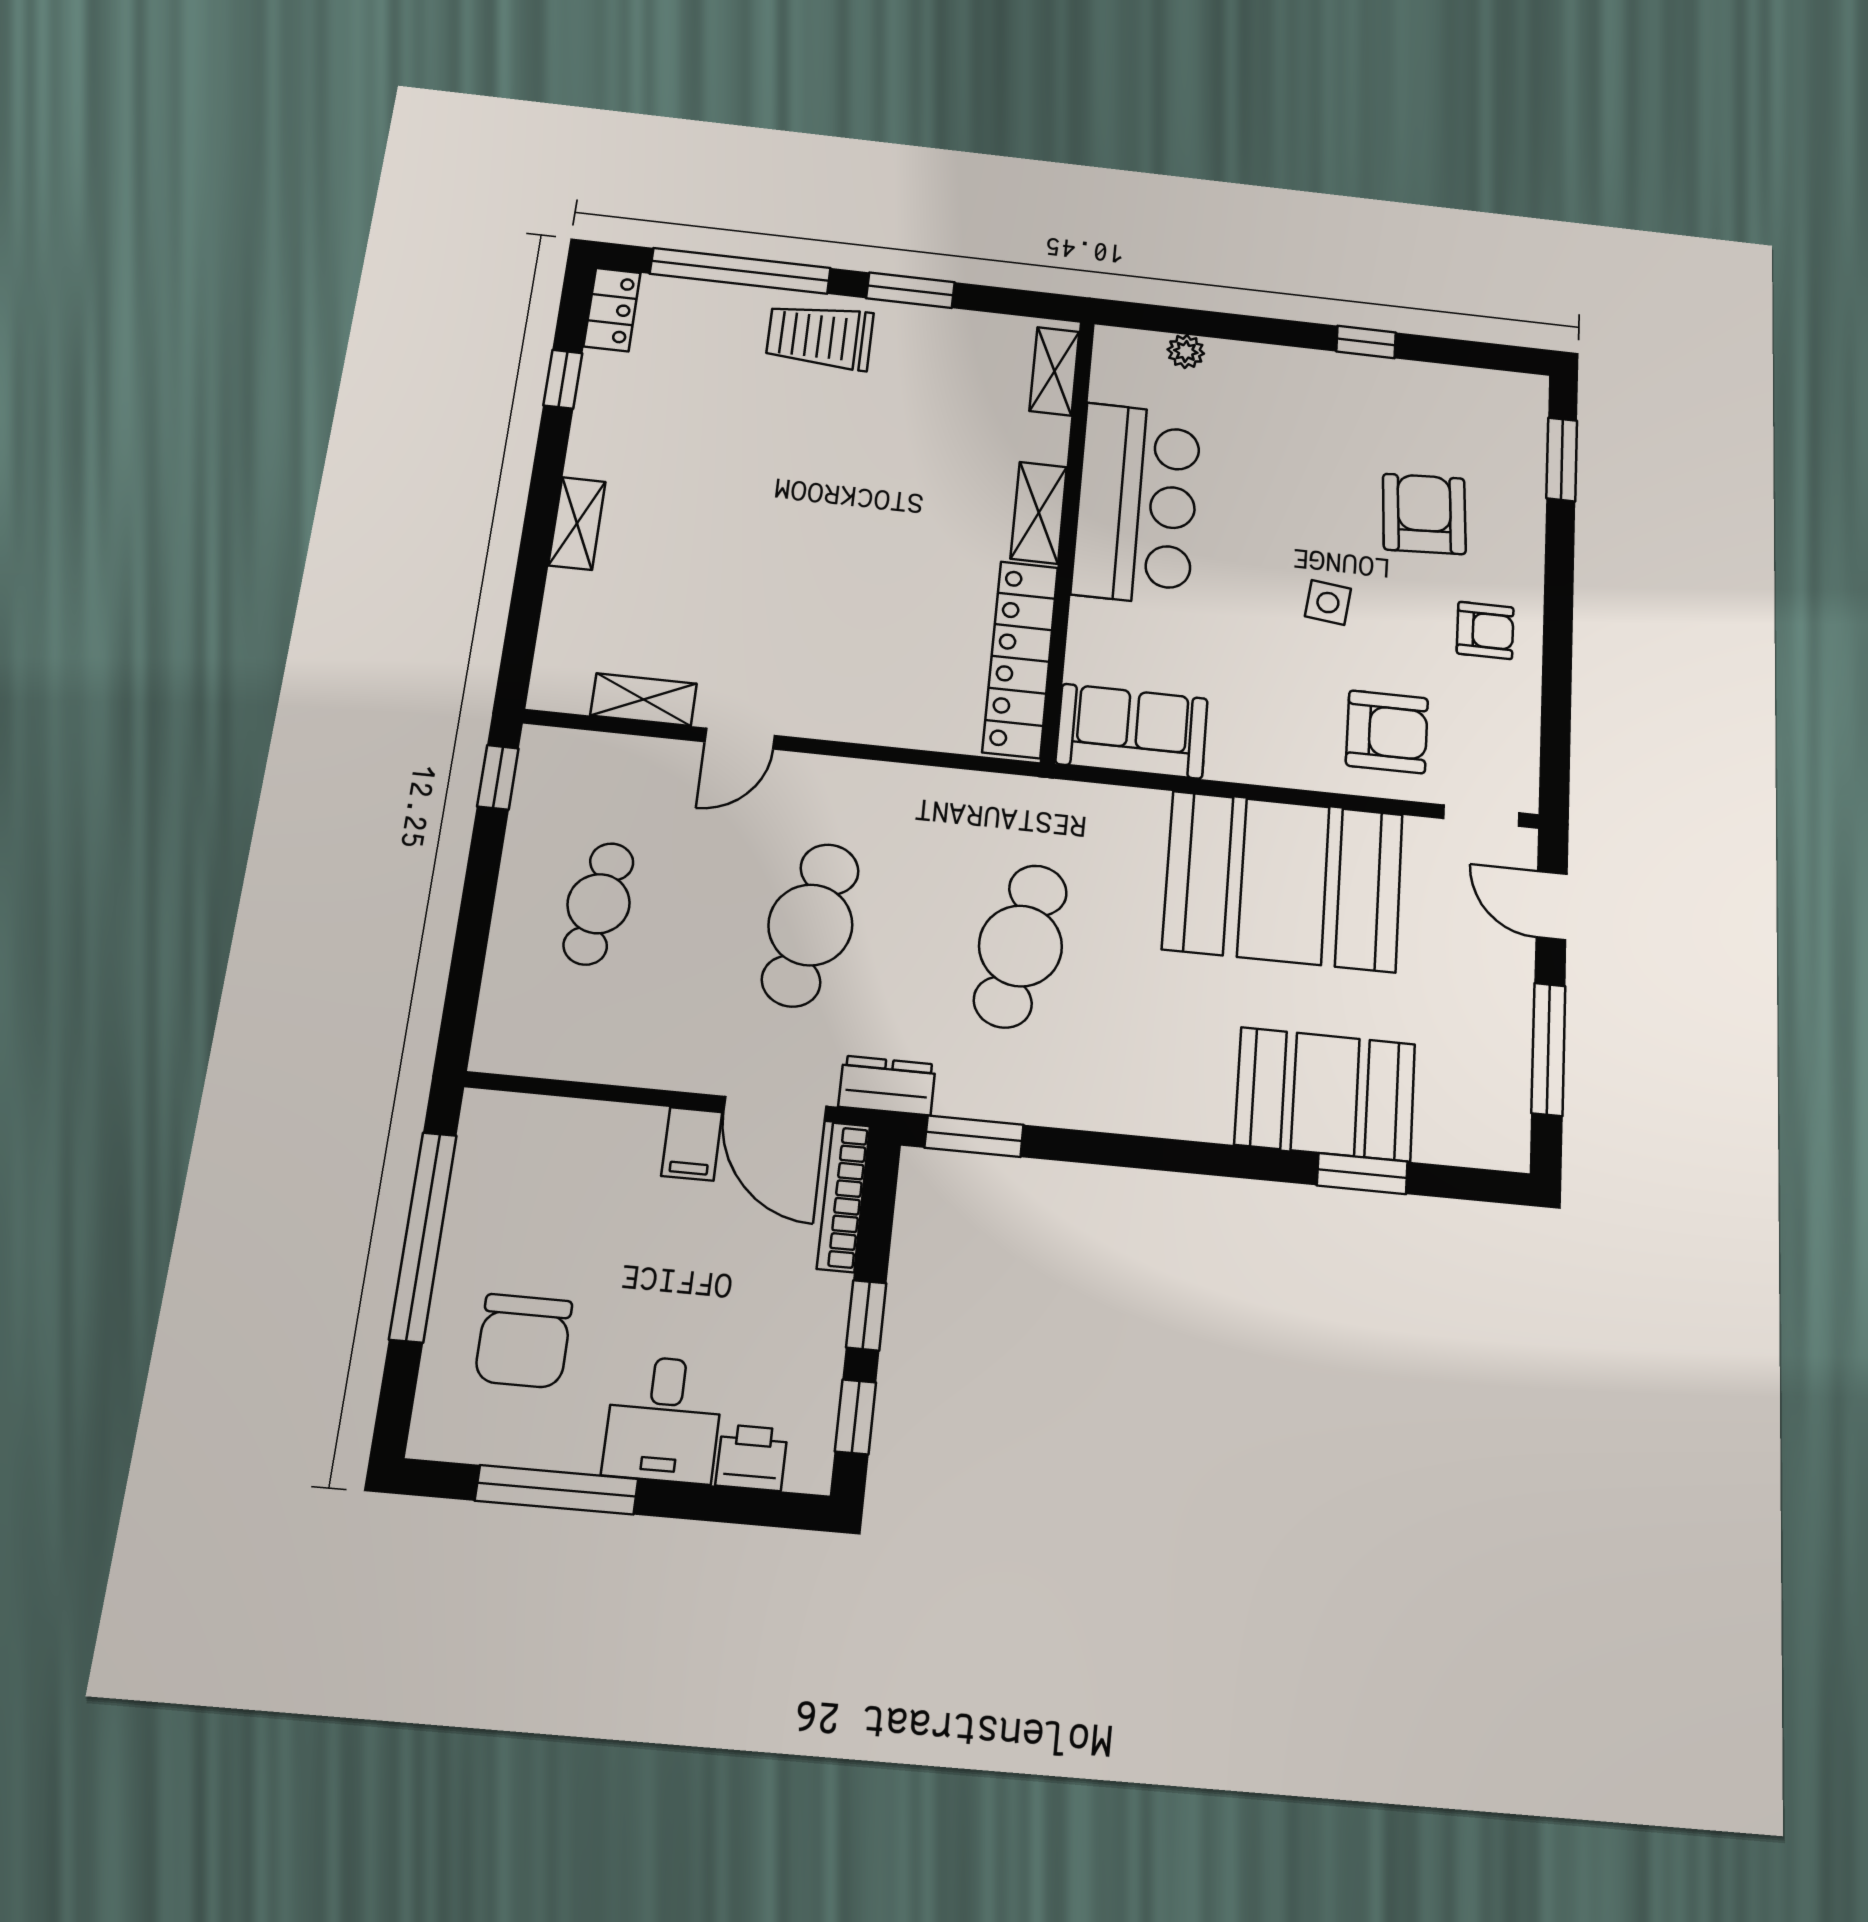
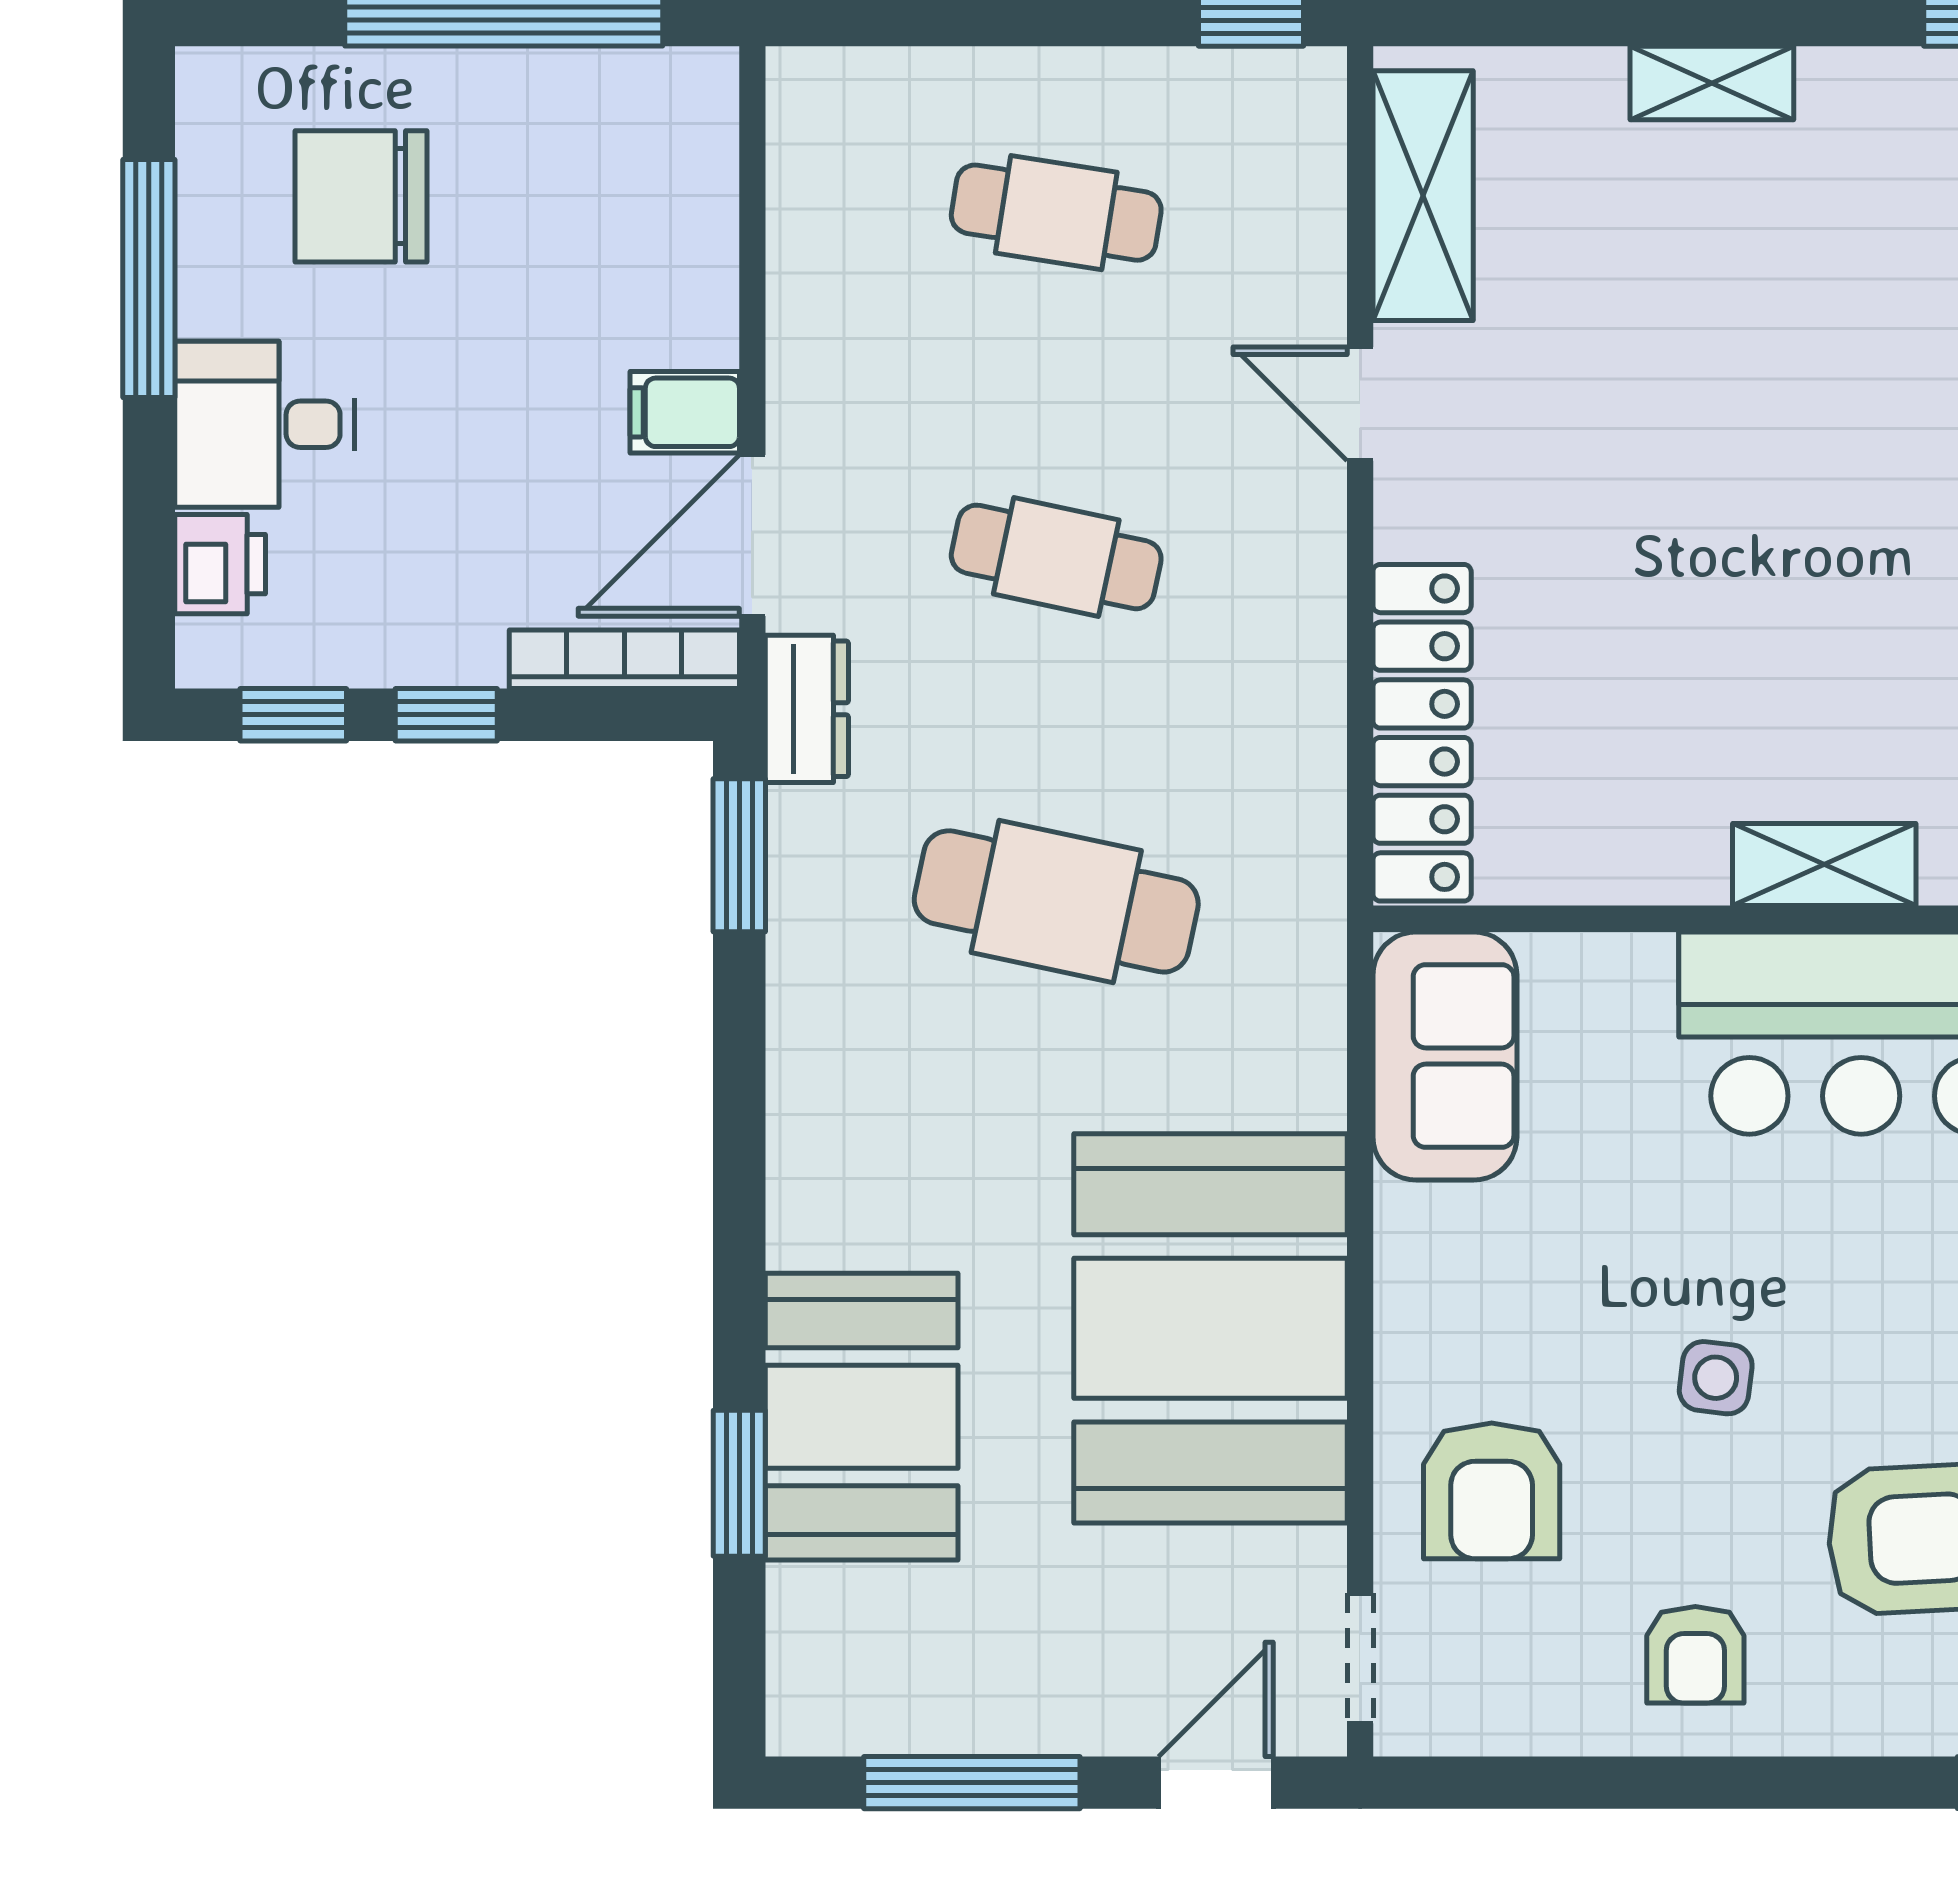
locker: (1020, 659) -> (1422, 733), moved, turned 90
shelving: (644, 700) -> (1423, 196), width x1.50, depth x1.33
cafe table: (810, 925) -> (1056, 557), width x0.73, depth x0.74

